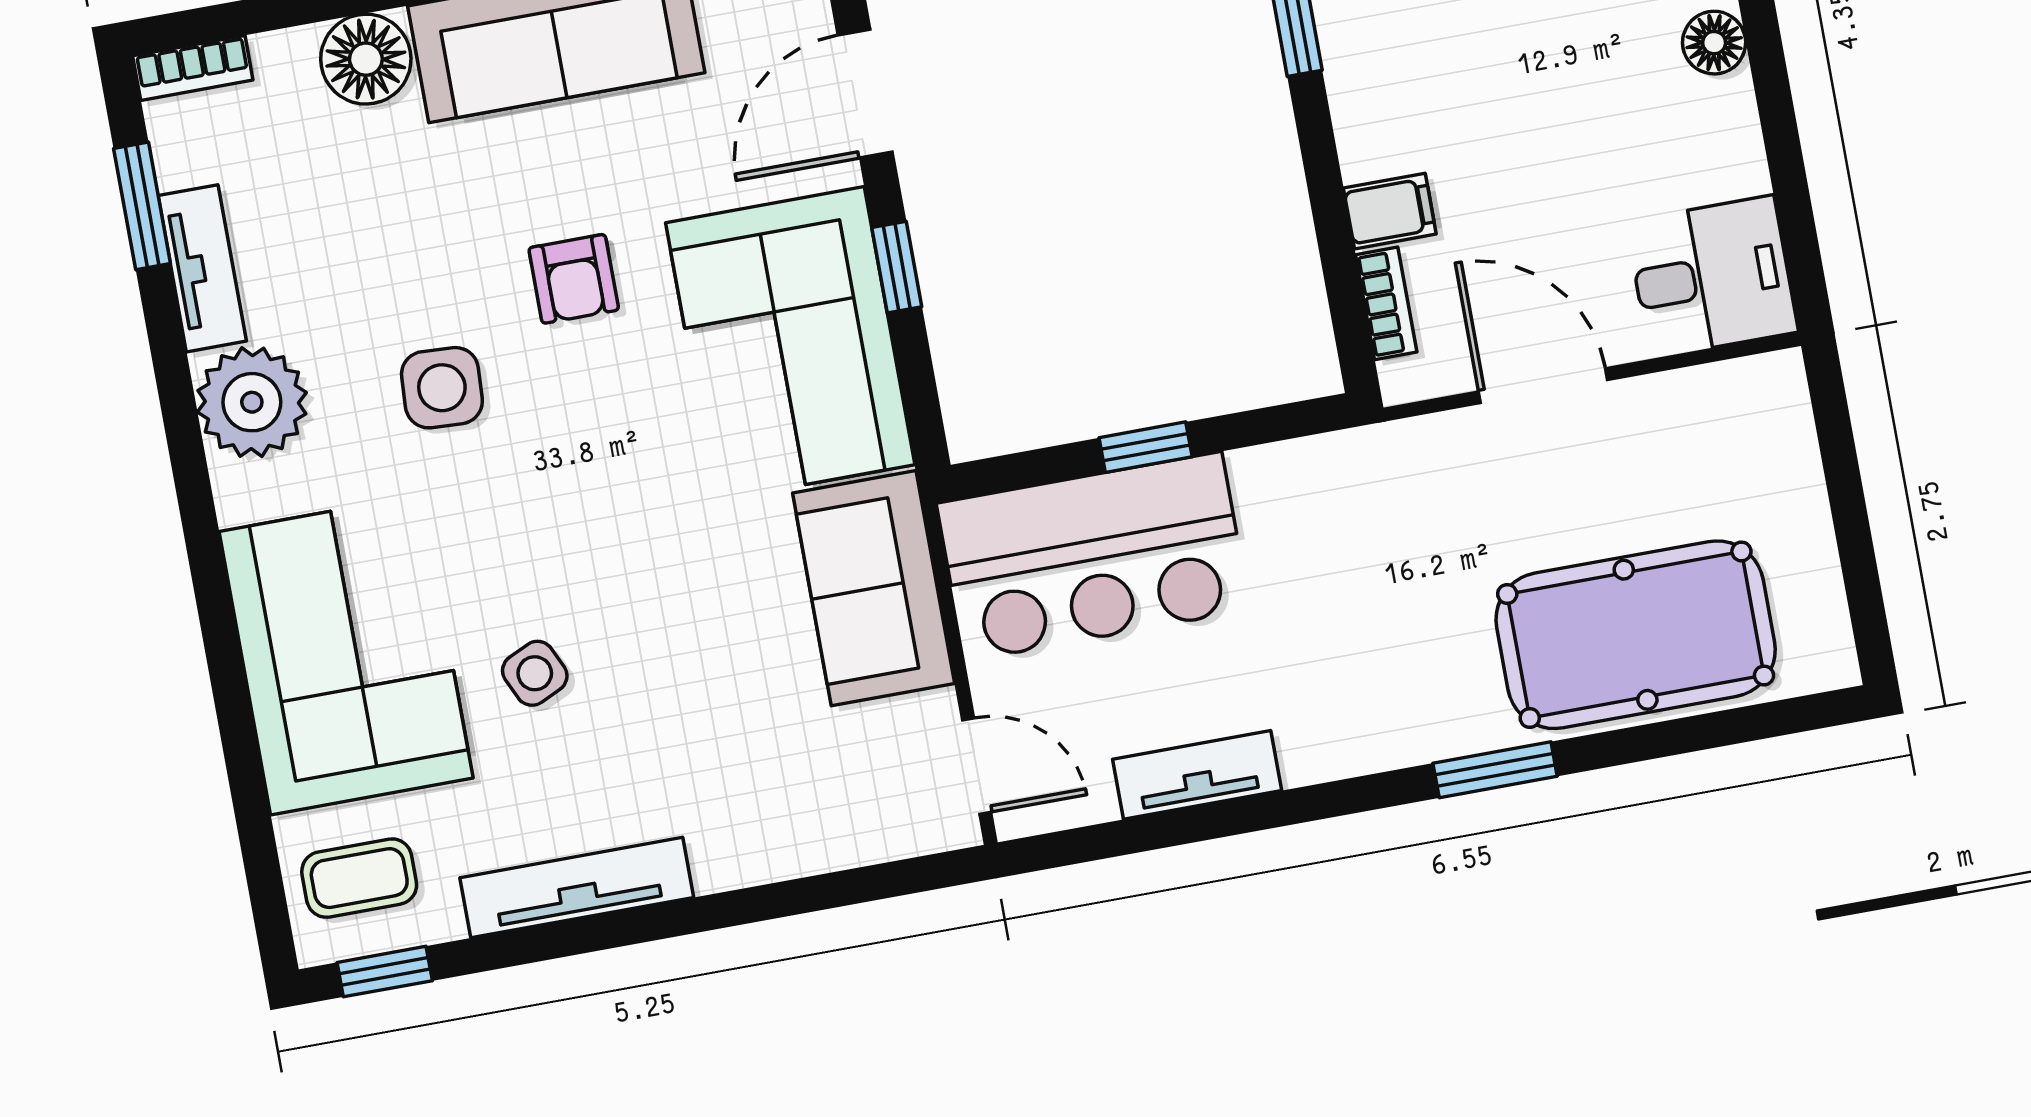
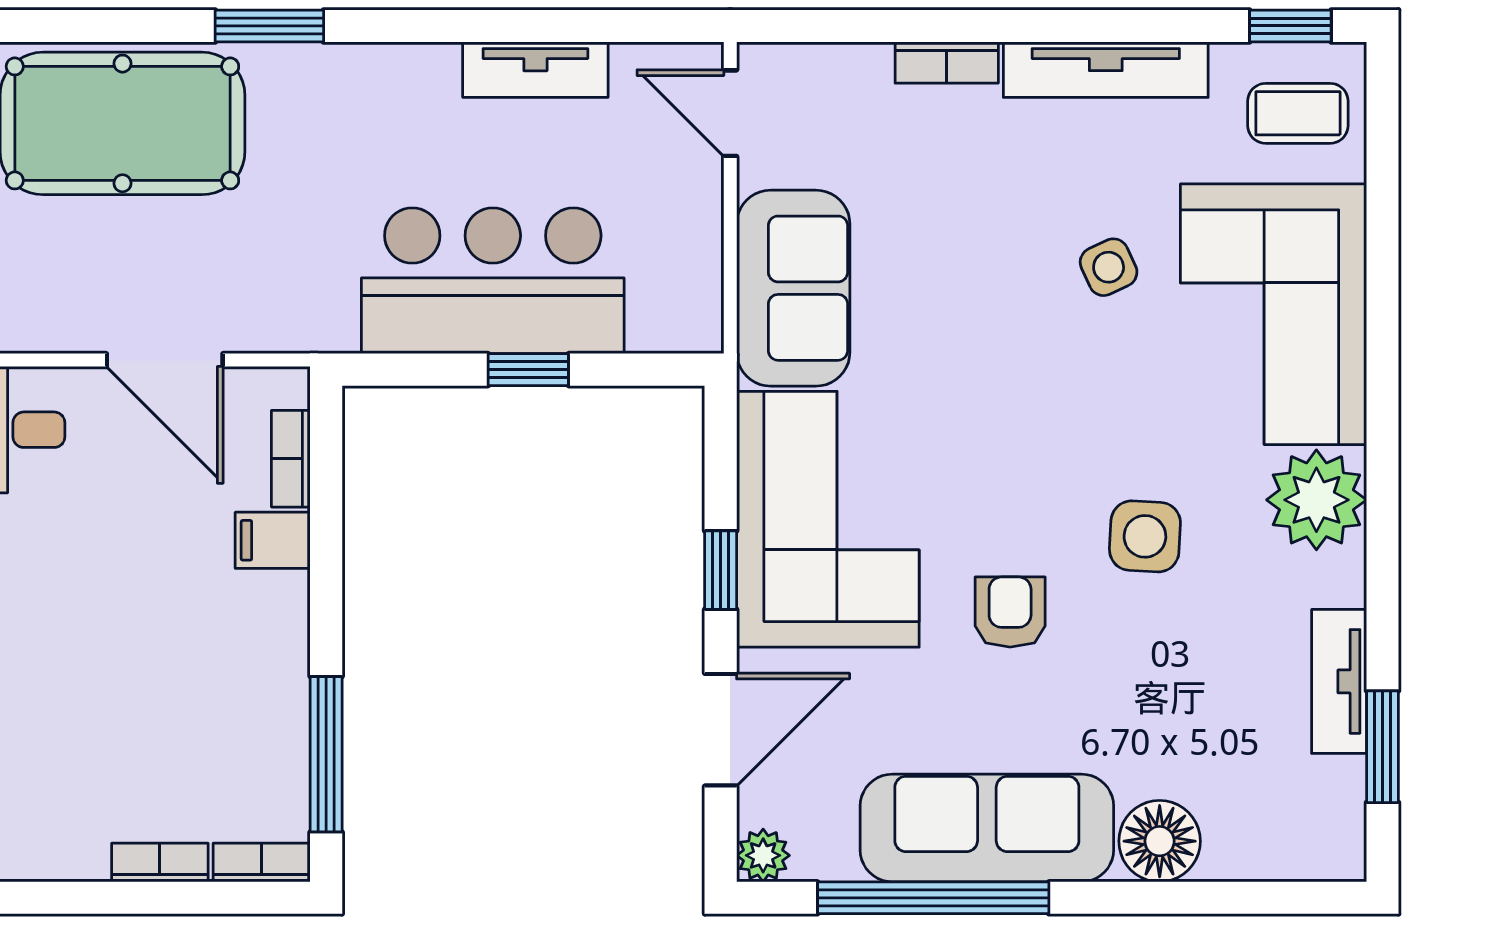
bookcase: (193, 68) -> (947, 63), moved, turned 180
plant: (252, 402) -> (1316, 500), moved
bar counter: (1093, 557) -> (493, 281), moved

